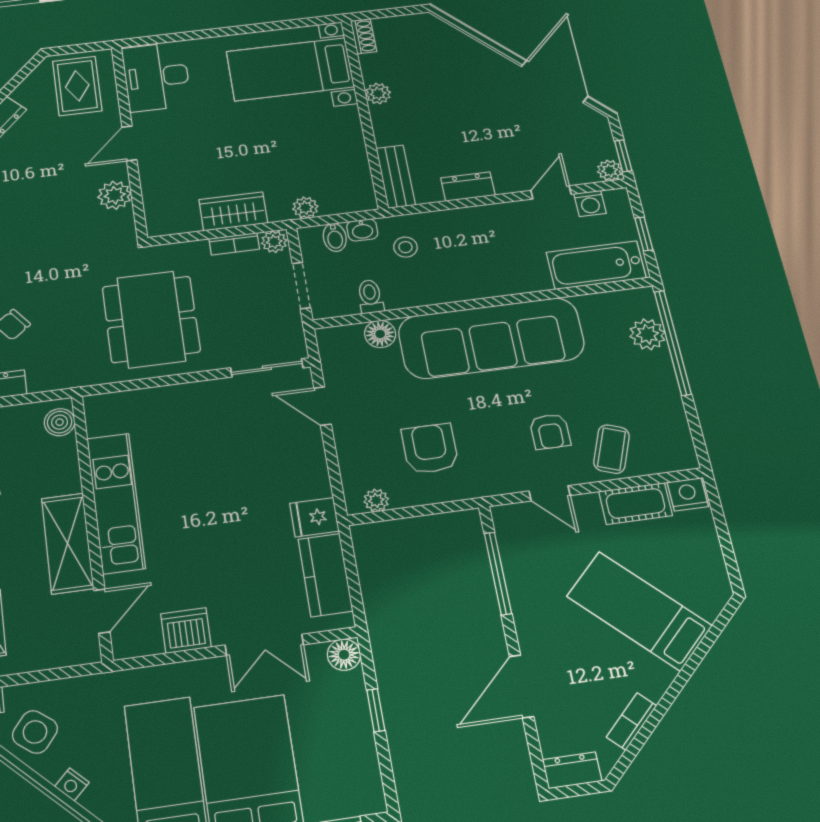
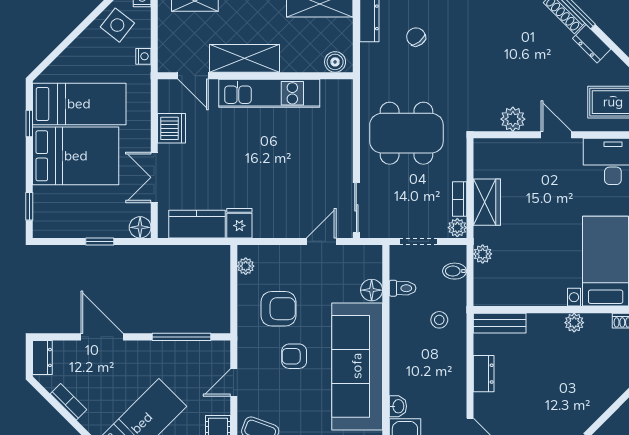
washbasin: (362, 230) -> (398, 406), moved, turned 180
armchair: (550, 432) -> (294, 356), moved
nightstand: (72, 784) -> (143, 56), moved, turned 135

